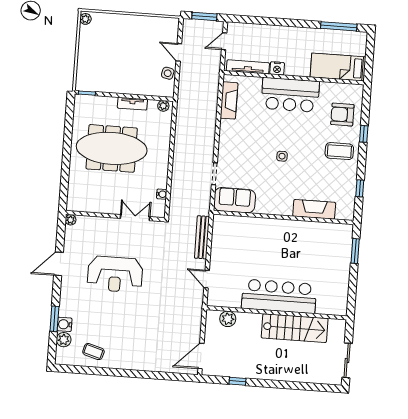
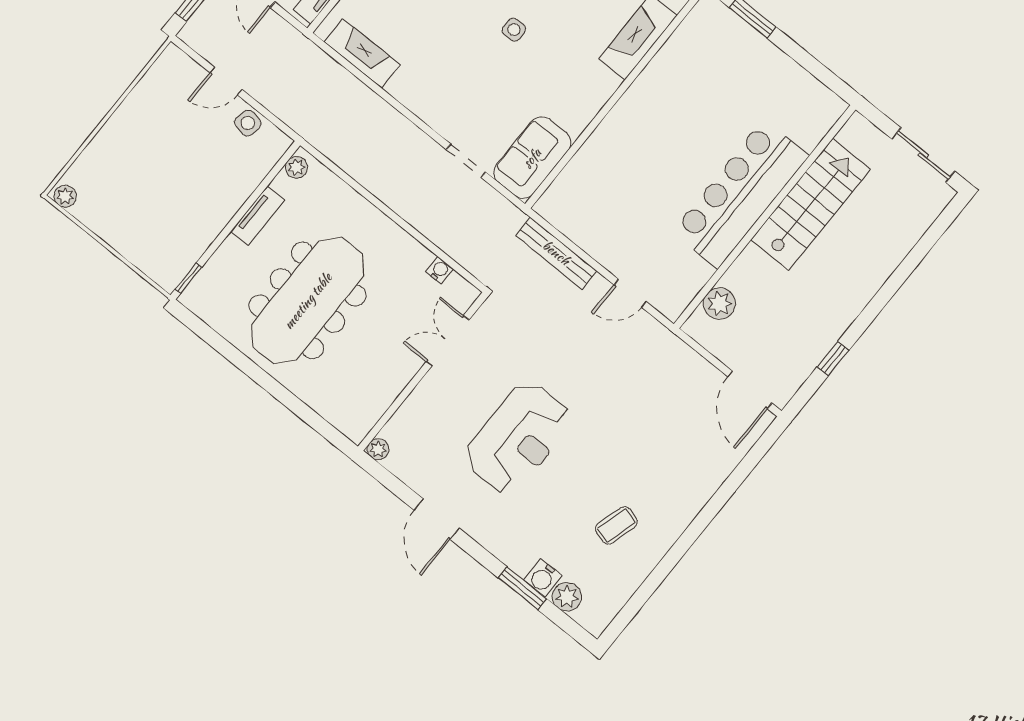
coffee table: (93, 352) -> (616, 525), moved

